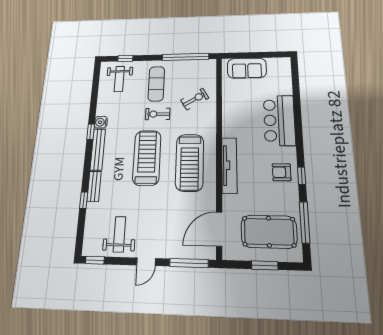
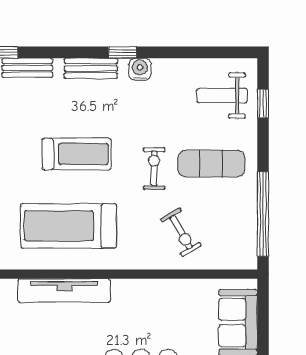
bench: (98, 149) -> (91, 68), width x0.73
treadmill: (147, 158) -> (77, 154), width x0.73, depth x0.73

